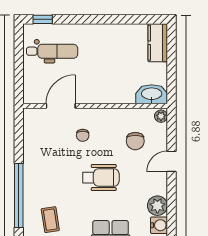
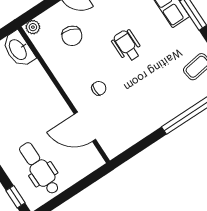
chair: (135, 141) -> (72, 36), turned 108
wheelchair: (101, 178) -> (127, 46), width x0.73, depth x0.73

